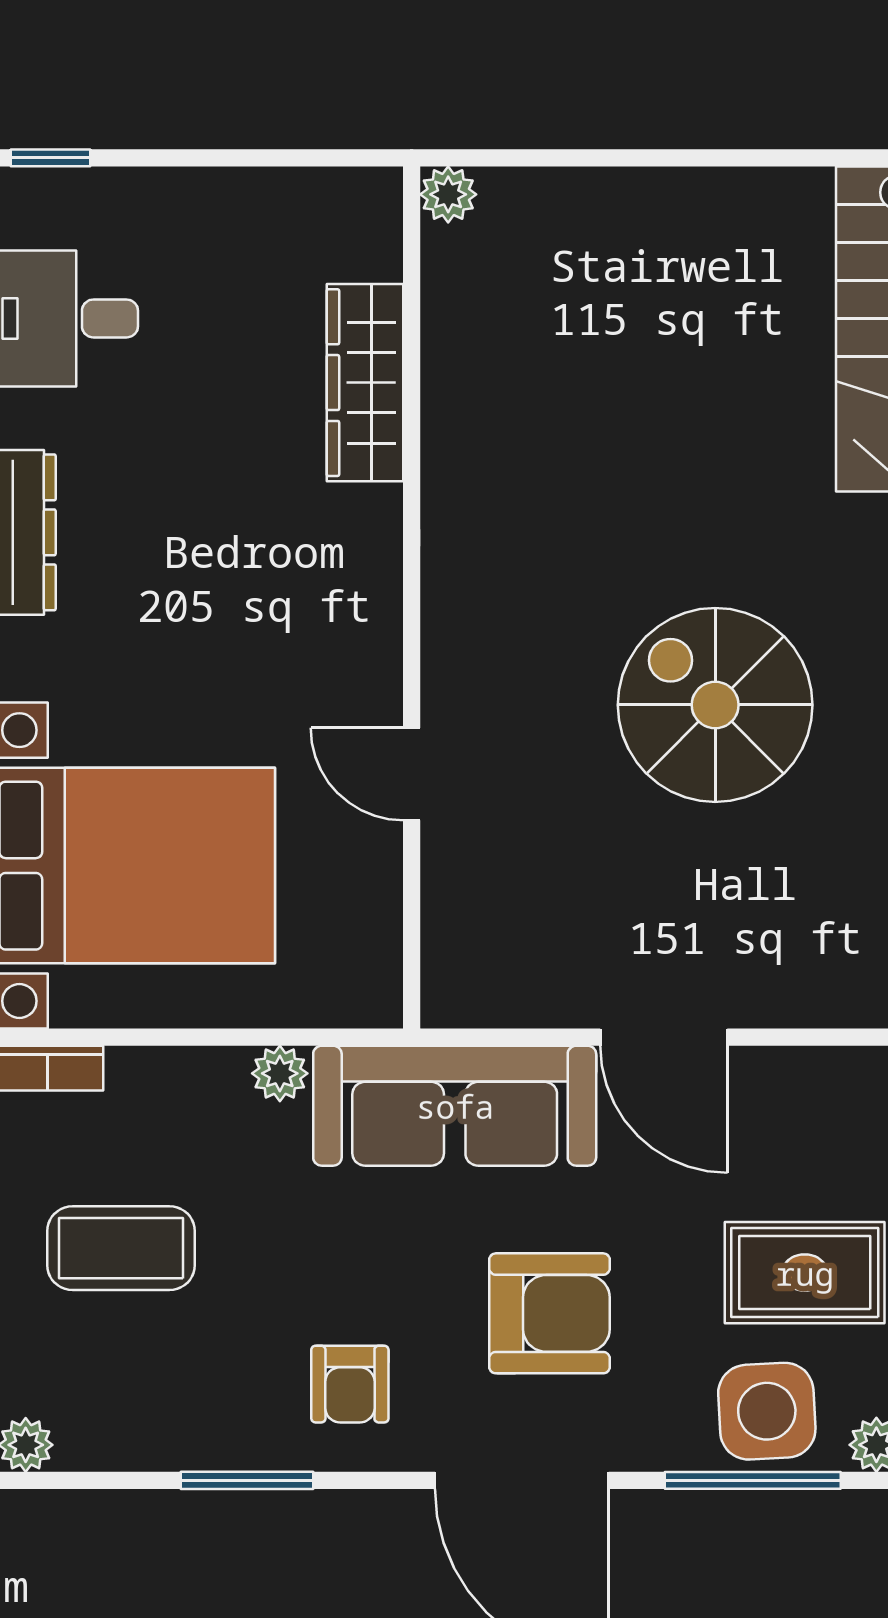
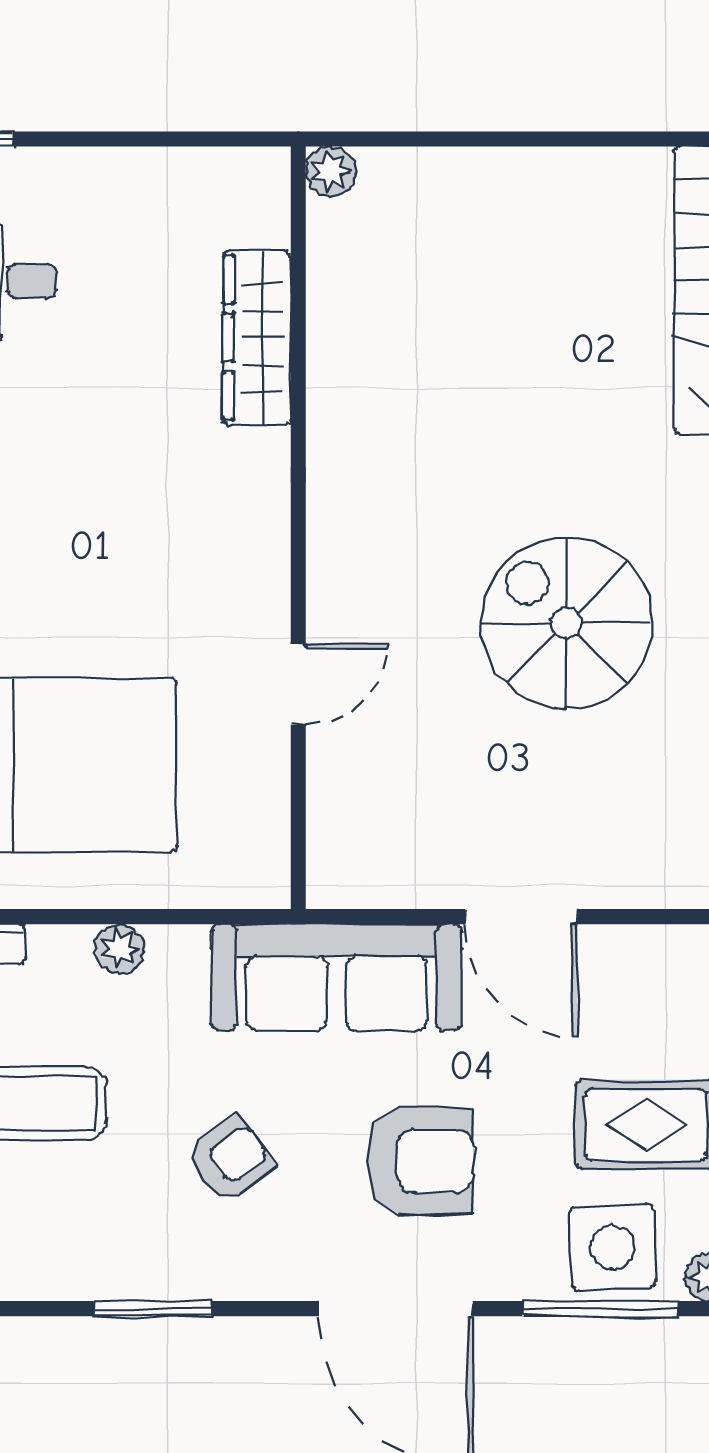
door: (412, 774) -> (298, 684), swing flipped
plant: (280, 1073) -> (120, 949), moved
armchair: (350, 1384) -> (231, 1160), moved, turned -126

